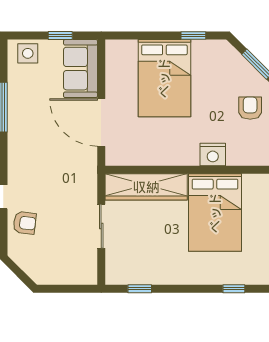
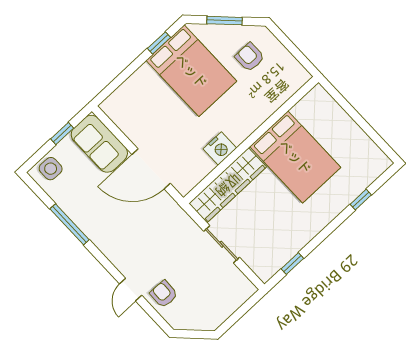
bed: (164, 78) -> (191, 71), moved
nightstand: (213, 155) -> (220, 148), moved
armchair: (25, 223) -> (164, 294), turned -95

